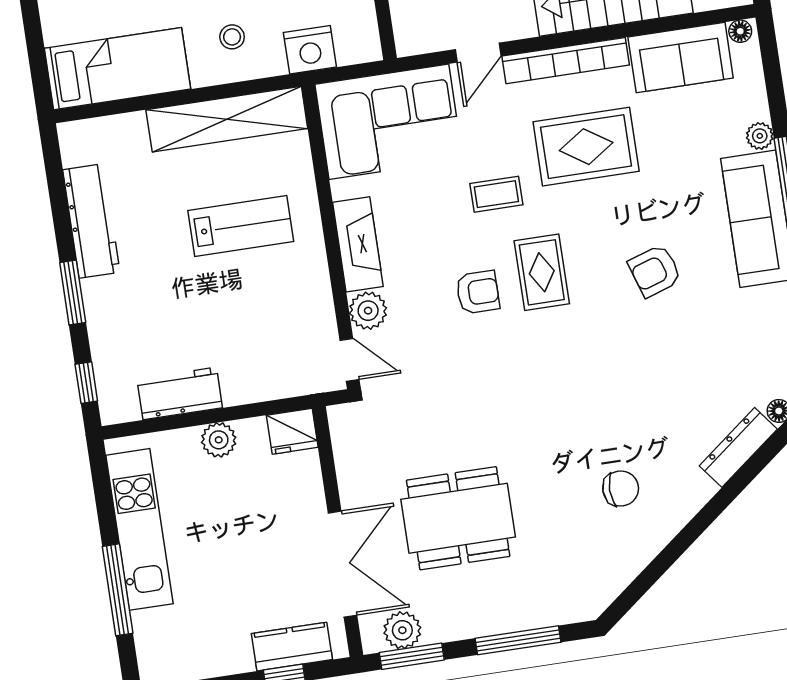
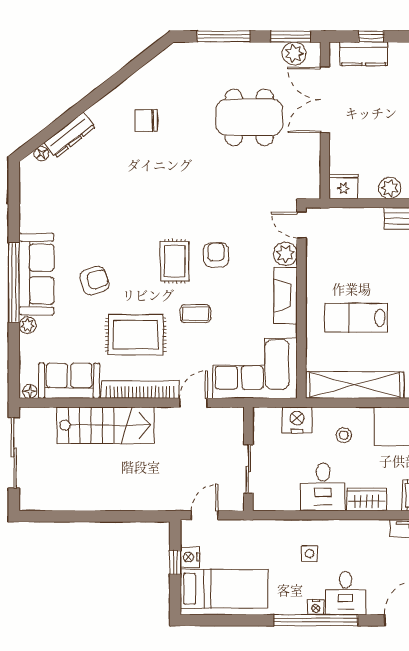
armchair: (655, 271) -> (94, 281), moved
armchair: (478, 292) -> (216, 255), turned 89

